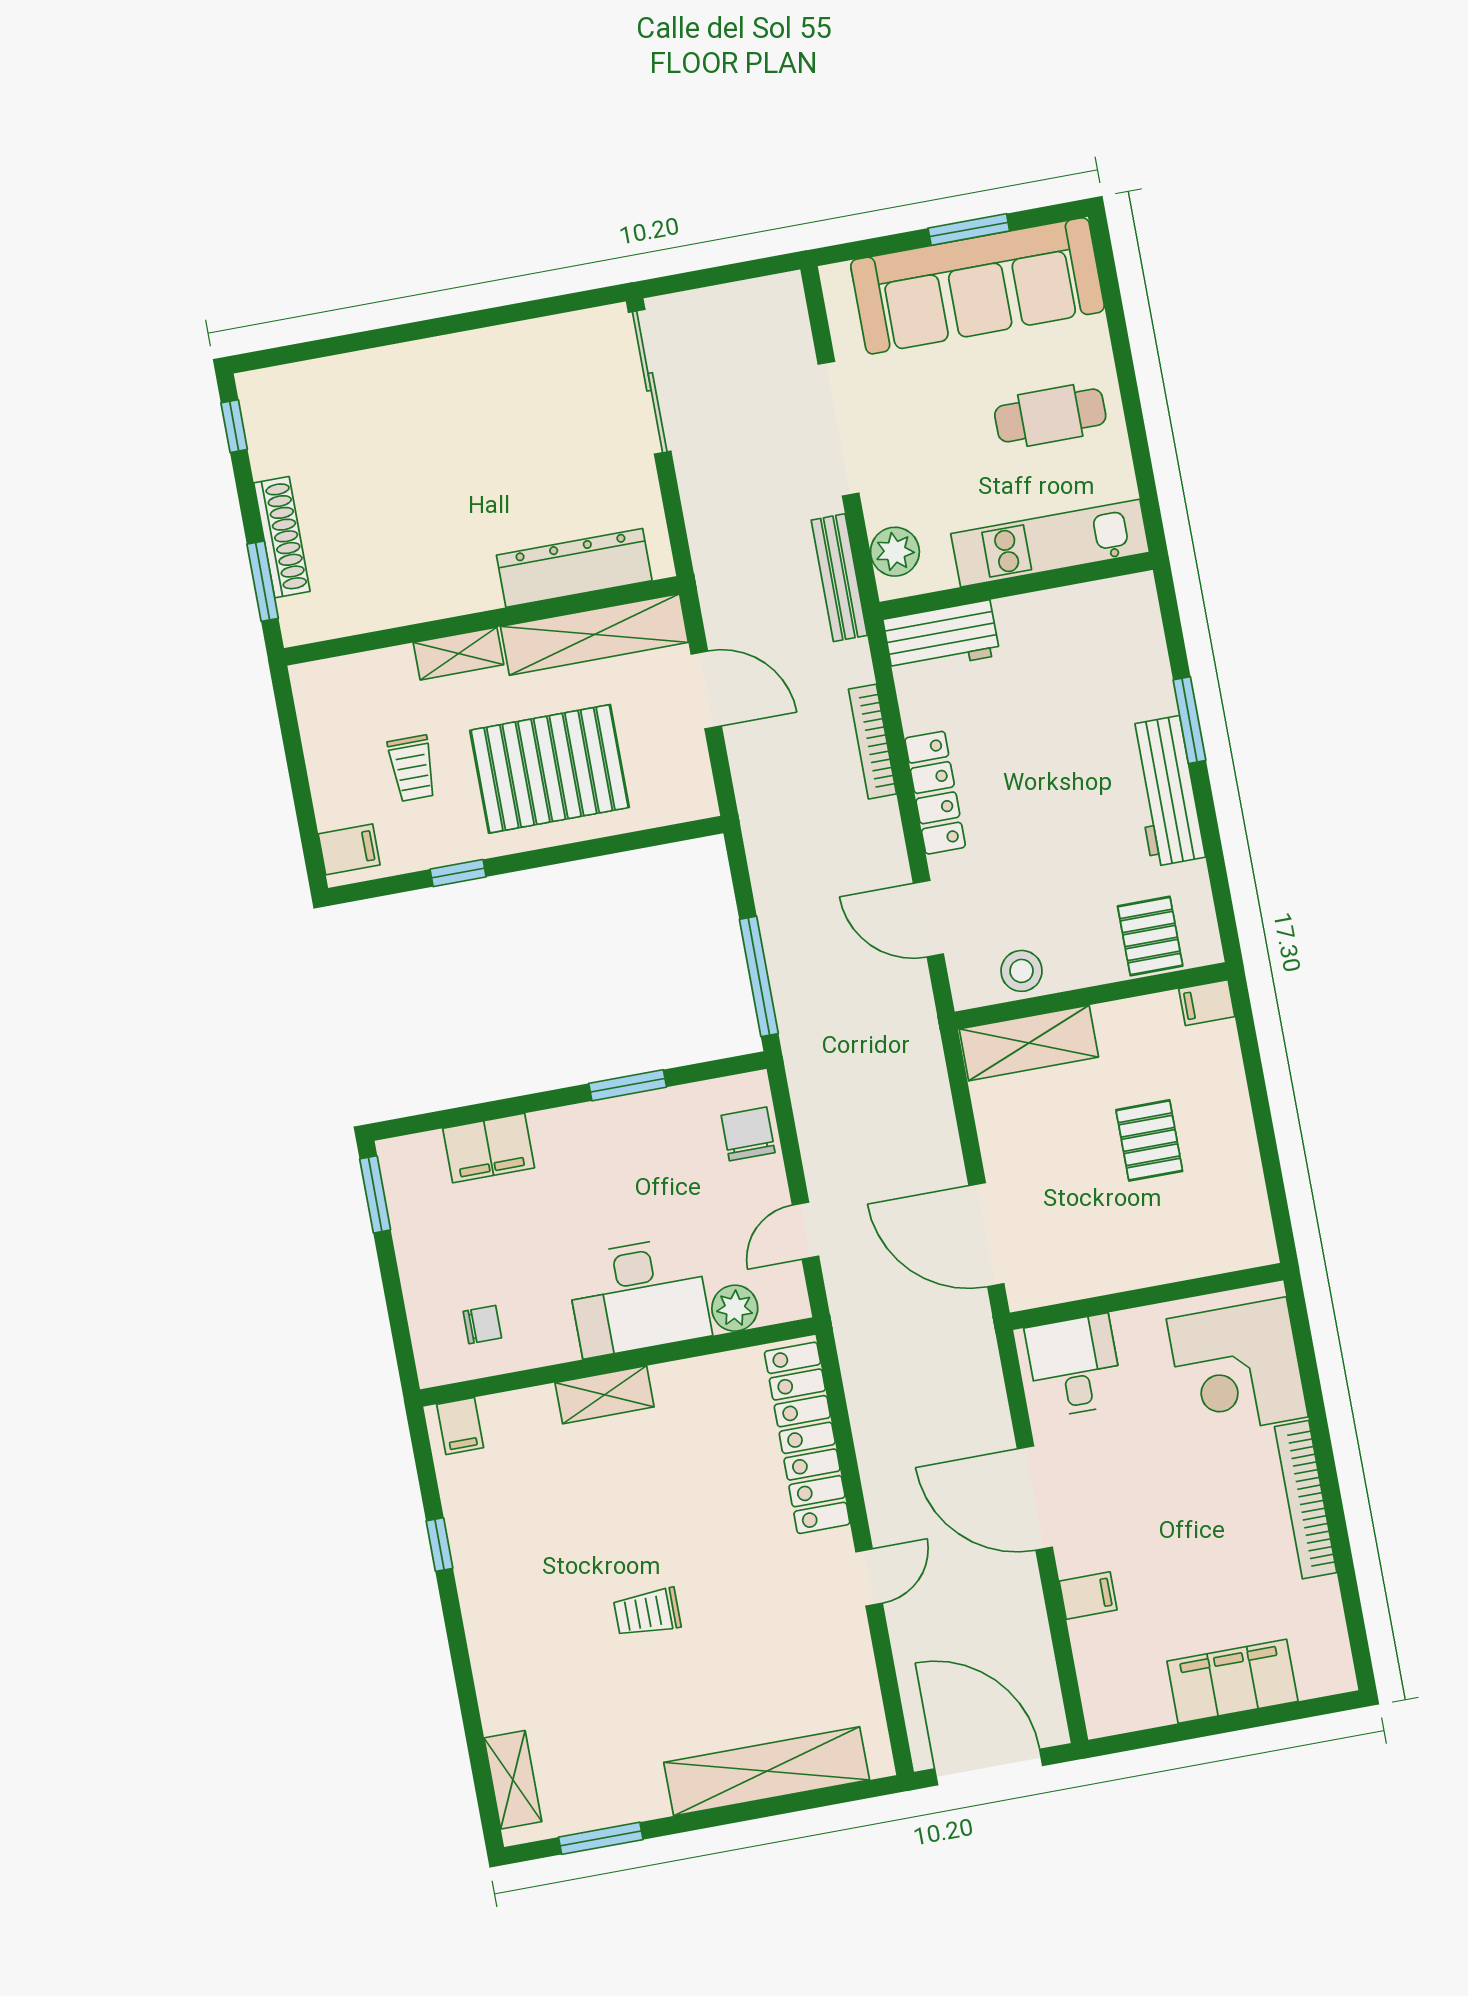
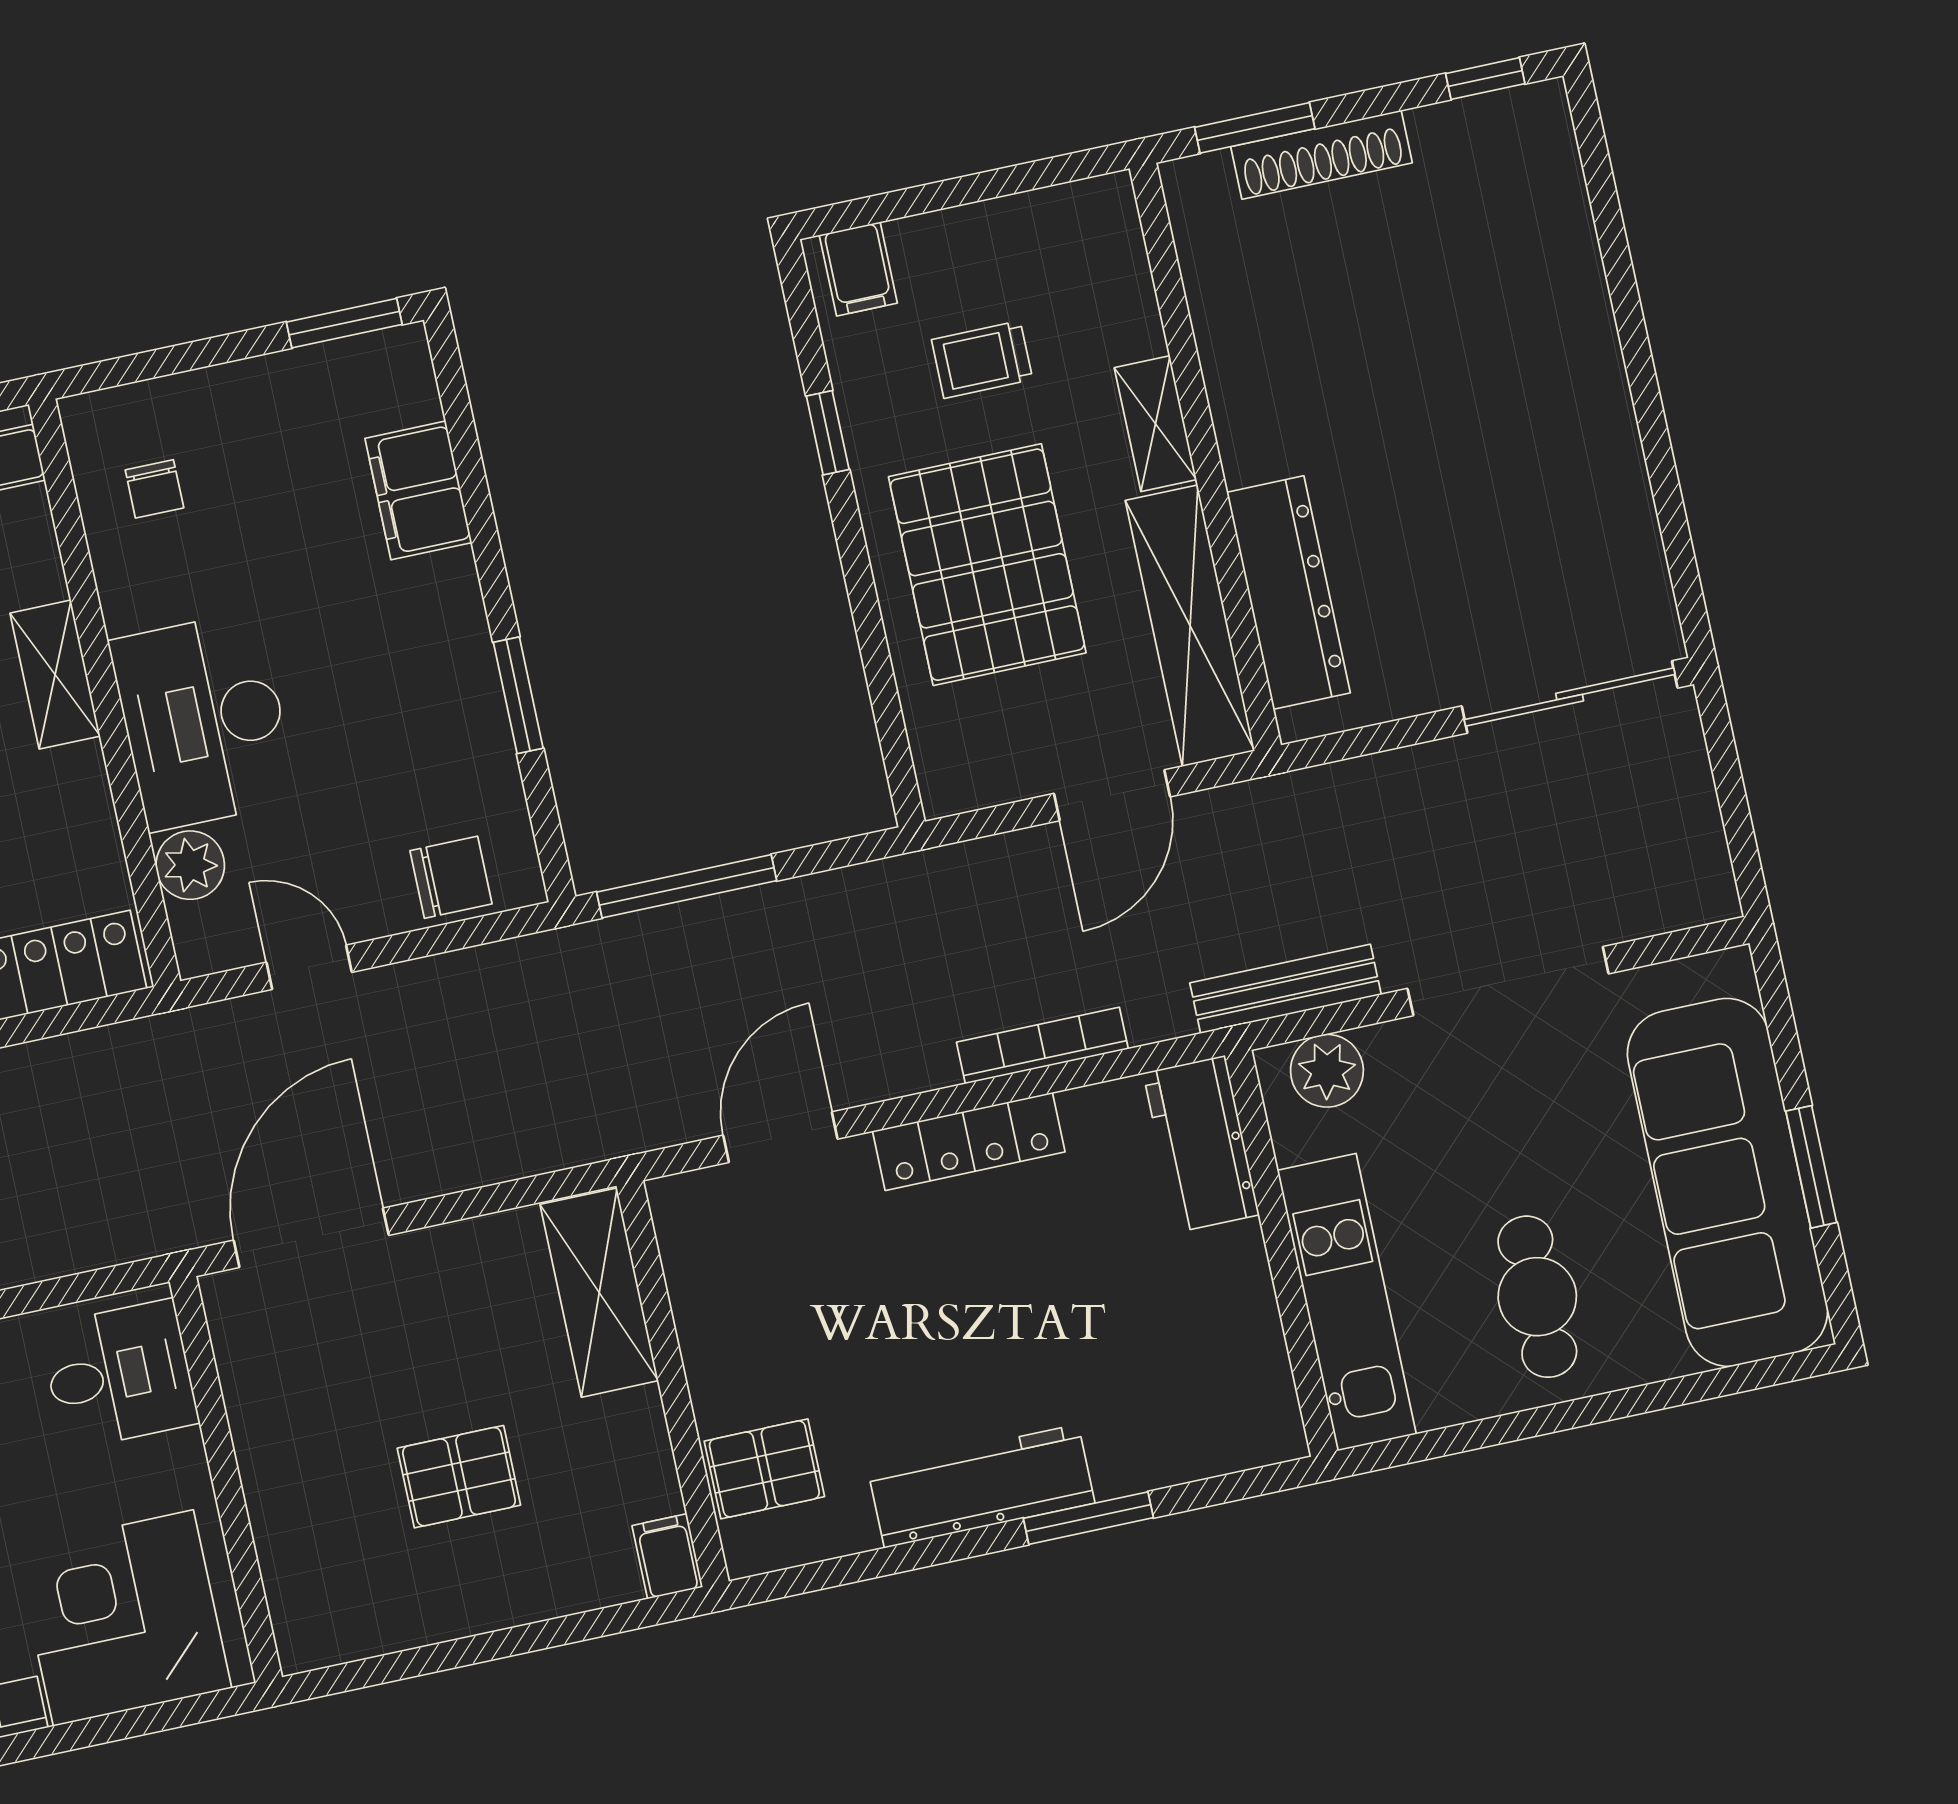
stool: (1022, 971) -> (707, 1278), removed

